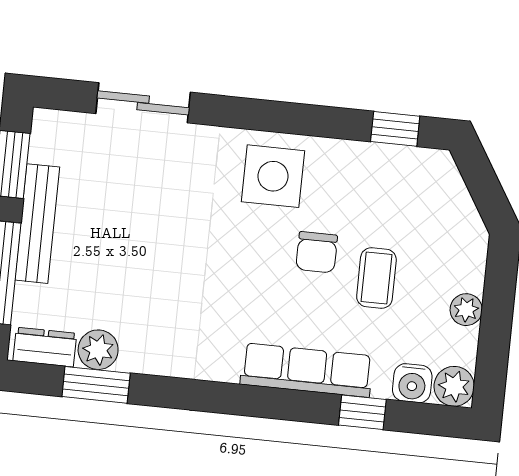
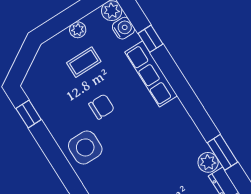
coffee table: (376, 278) -> (84, 62), moved

